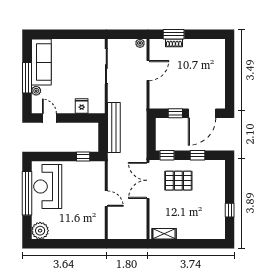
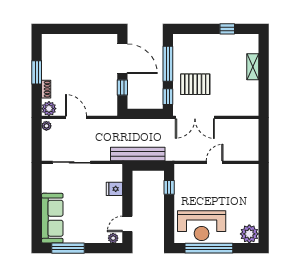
window: (174, 34) -> (37, 72), moved
plant: (156, 45) -> (49, 109), added
sofa: (41, 62) -> (52, 218), moved, turned 90
window: (27, 78) -> (68, 248), moved
plant: (36, 91) -> (113, 238), moved
window: (197, 155) -> (168, 64), width x2.17
pallet: (178, 181) -> (195, 84), turned 90
shelving: (164, 234) -> (253, 67), moved

